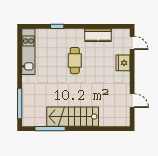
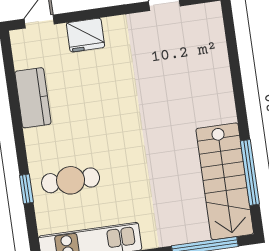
cafe table: (75, 61) -> (71, 180), moved
stairs: (73, 117) -> (225, 181), moved

